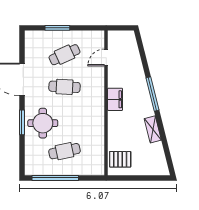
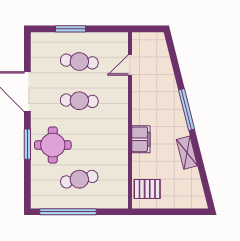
cafe table: (65, 55) -> (79, 62), turned 30
filing cabinet: (115, 99) -> (141, 139), moved

